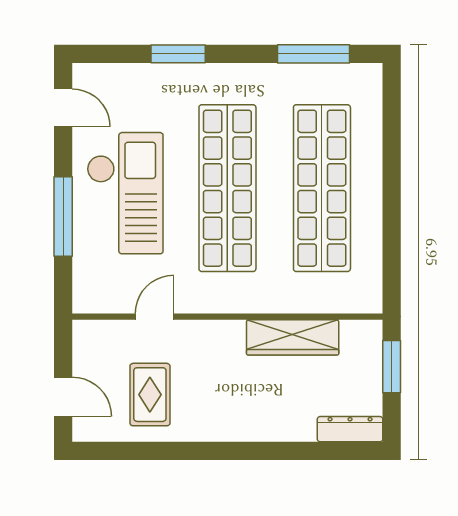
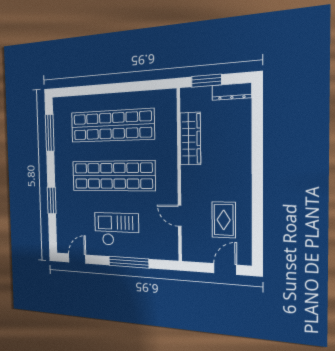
checkout: (125, 193) -> (117, 229), width x0.73, depth x0.83
rug: (150, 395) -> (224, 220), turned 90
dresser: (350, 429) -> (232, 92), moved, turned -90

